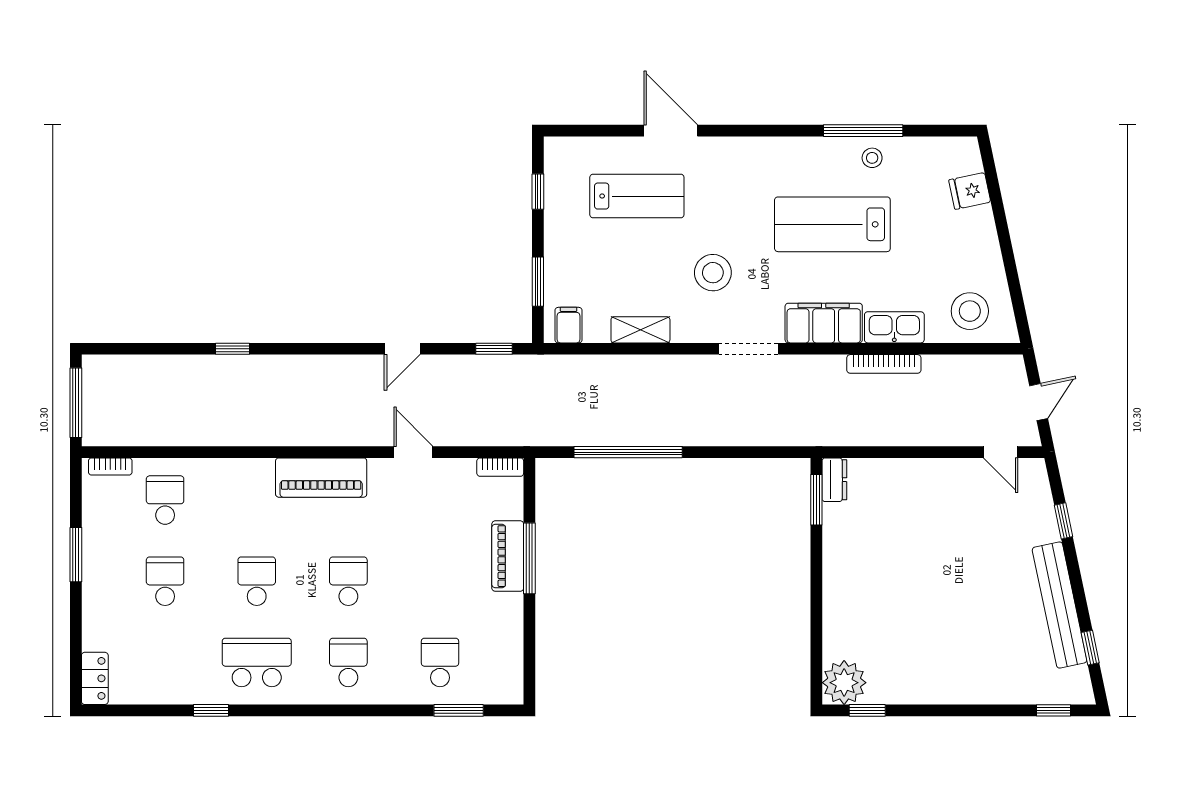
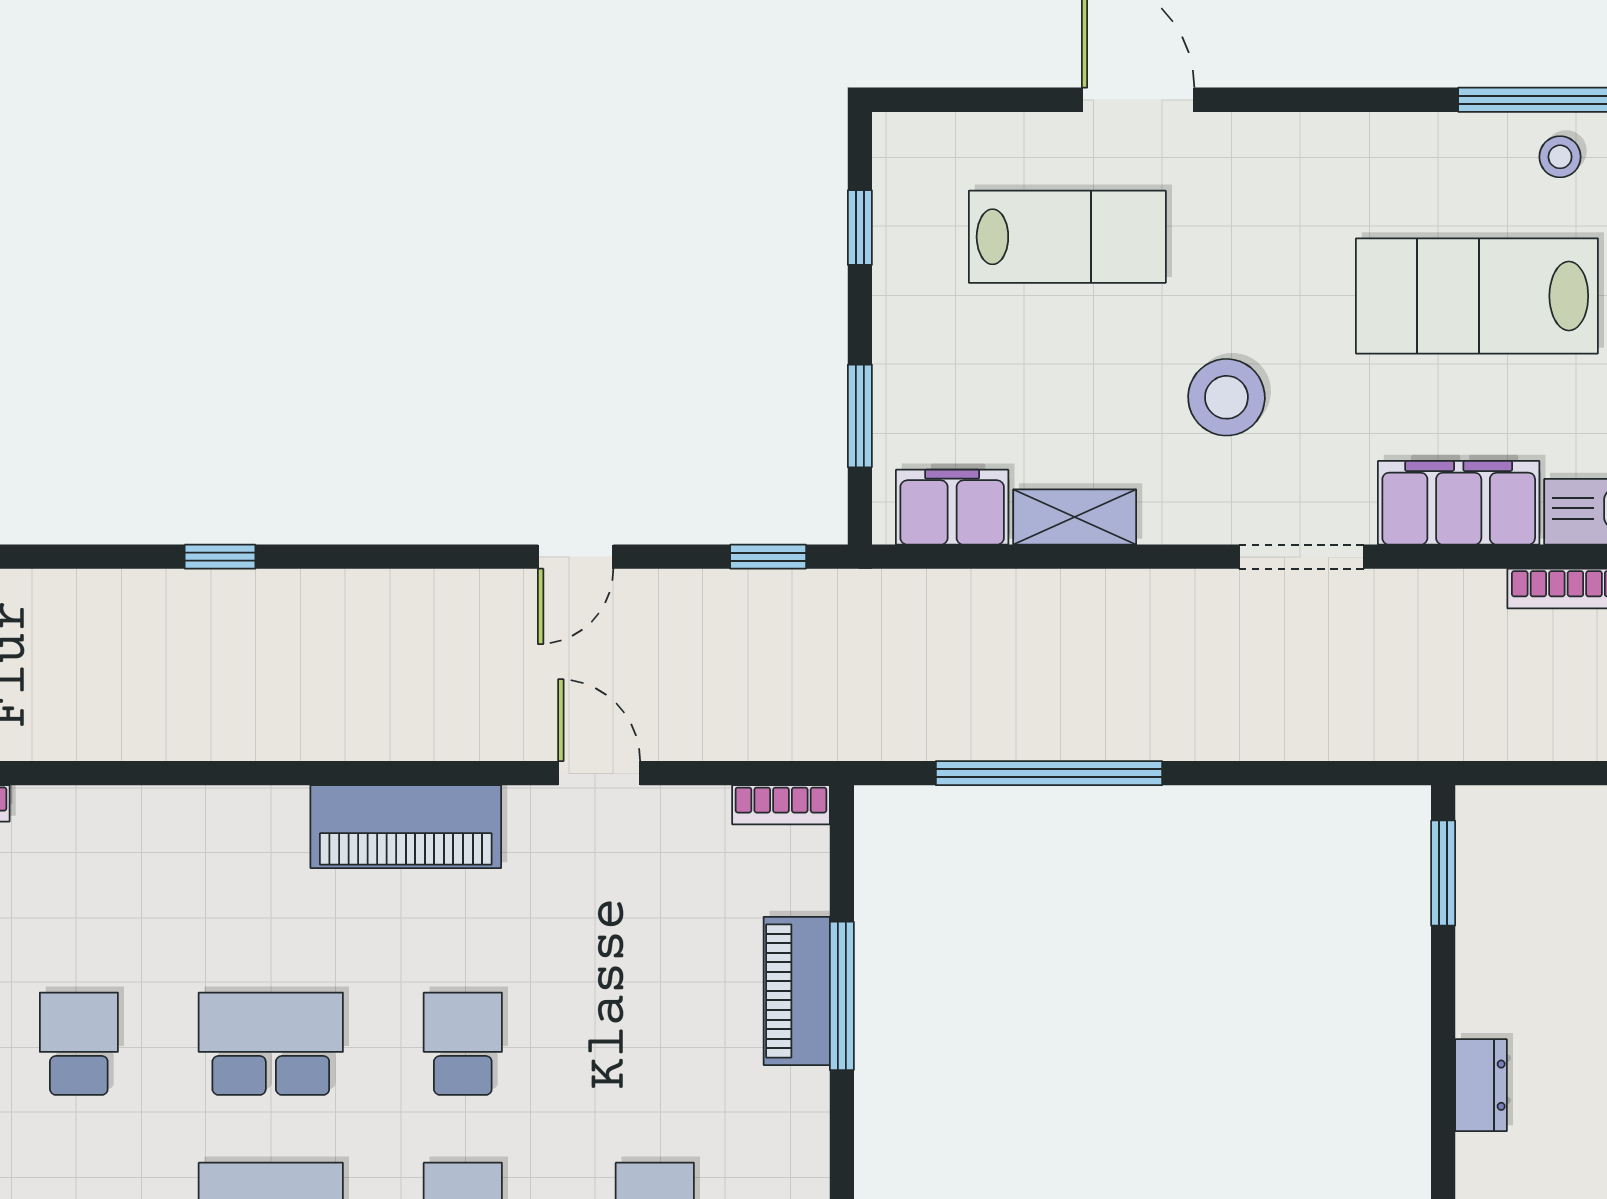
filing cabinet: (568, 325) -> (952, 507), width x2.00
dresser: (834, 480) -> (1481, 1085), moved
school desk: (165, 500) -> (79, 874), removed
school desk: (257, 581) -> (271, 1044), width x1.85

